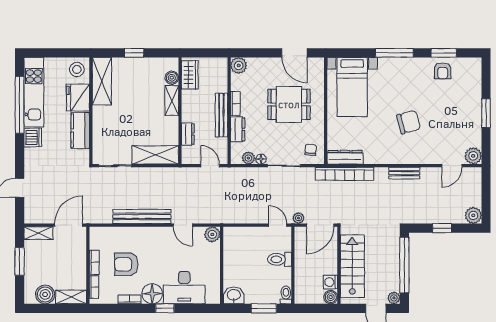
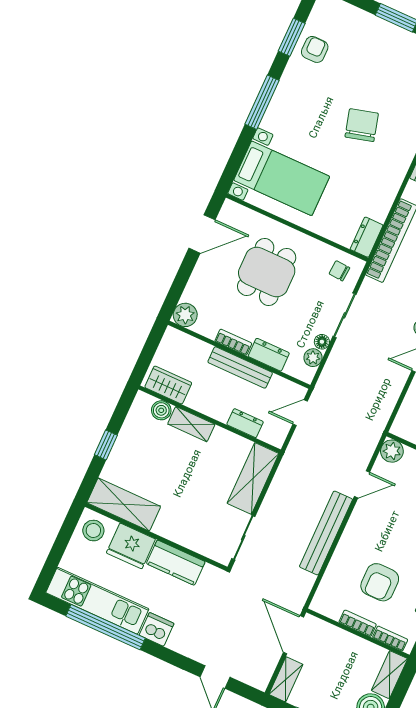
armchair: (443, 71) -> (315, 49), turned -90
dresser: (345, 157) -> (367, 237), width x0.70

